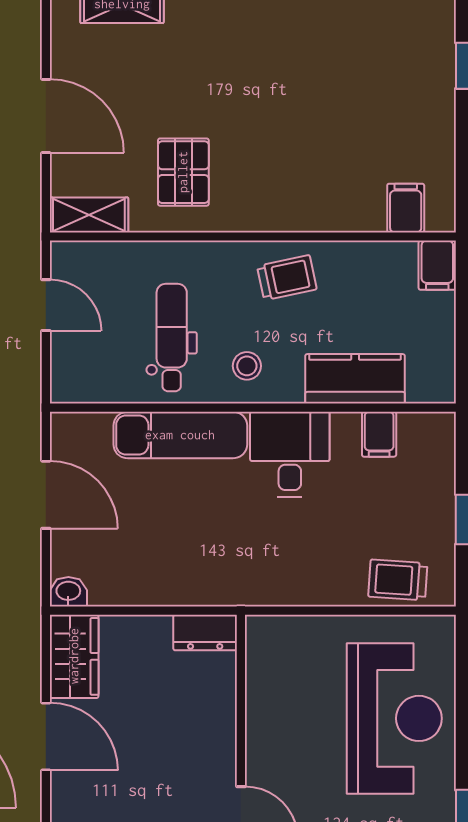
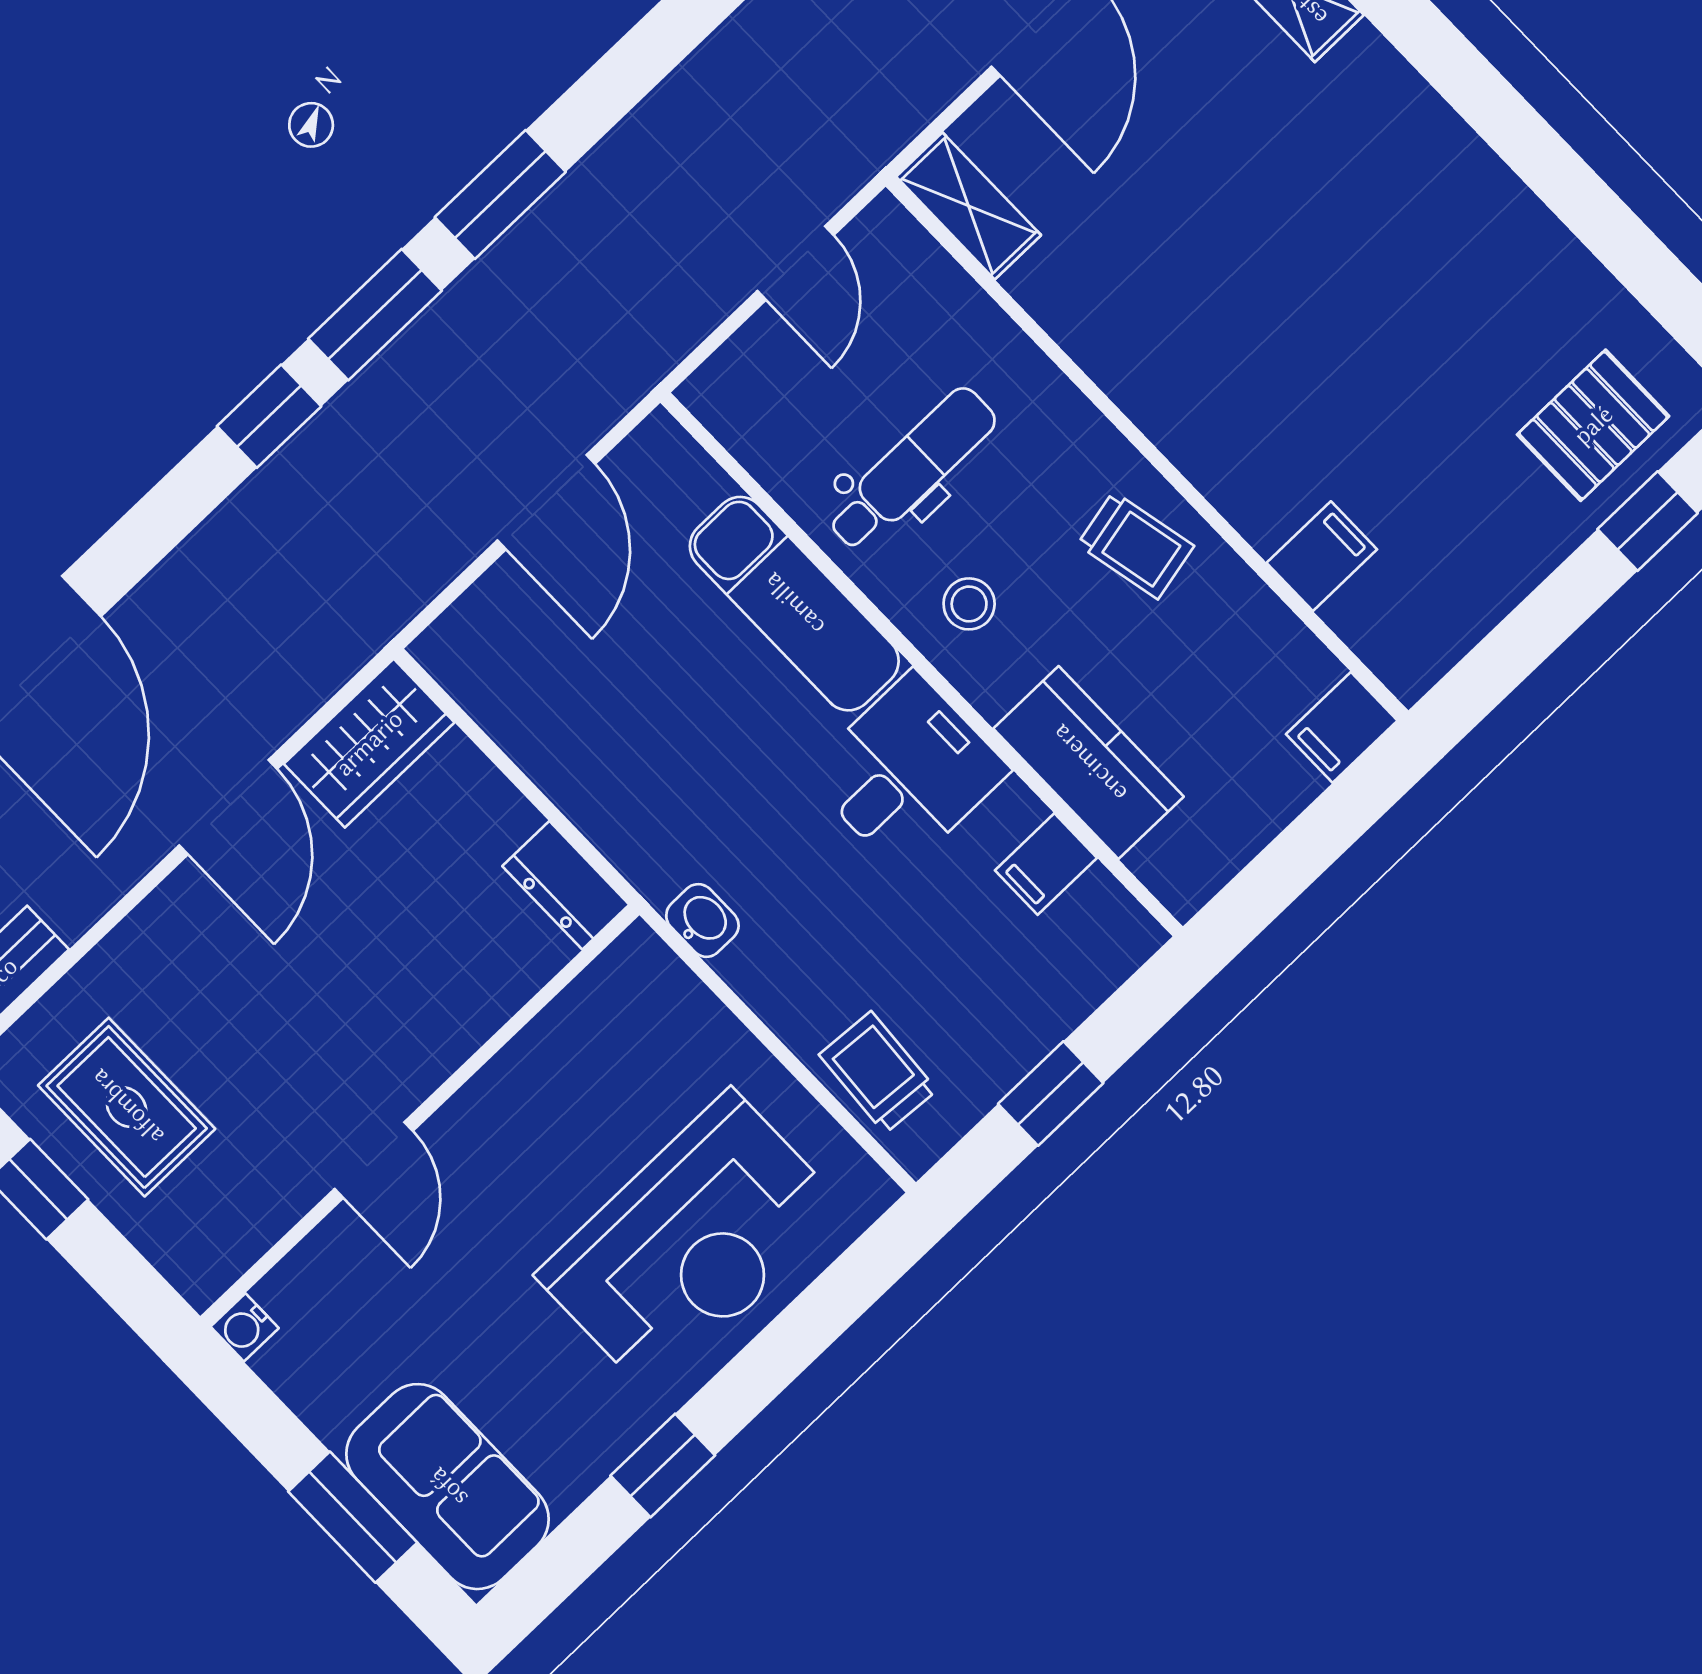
pallet: (183, 172) -> (1593, 425), moved
filing cabinet: (406, 208) -> (1322, 556), moved
washbasin: (68, 592) -> (702, 920), moved

